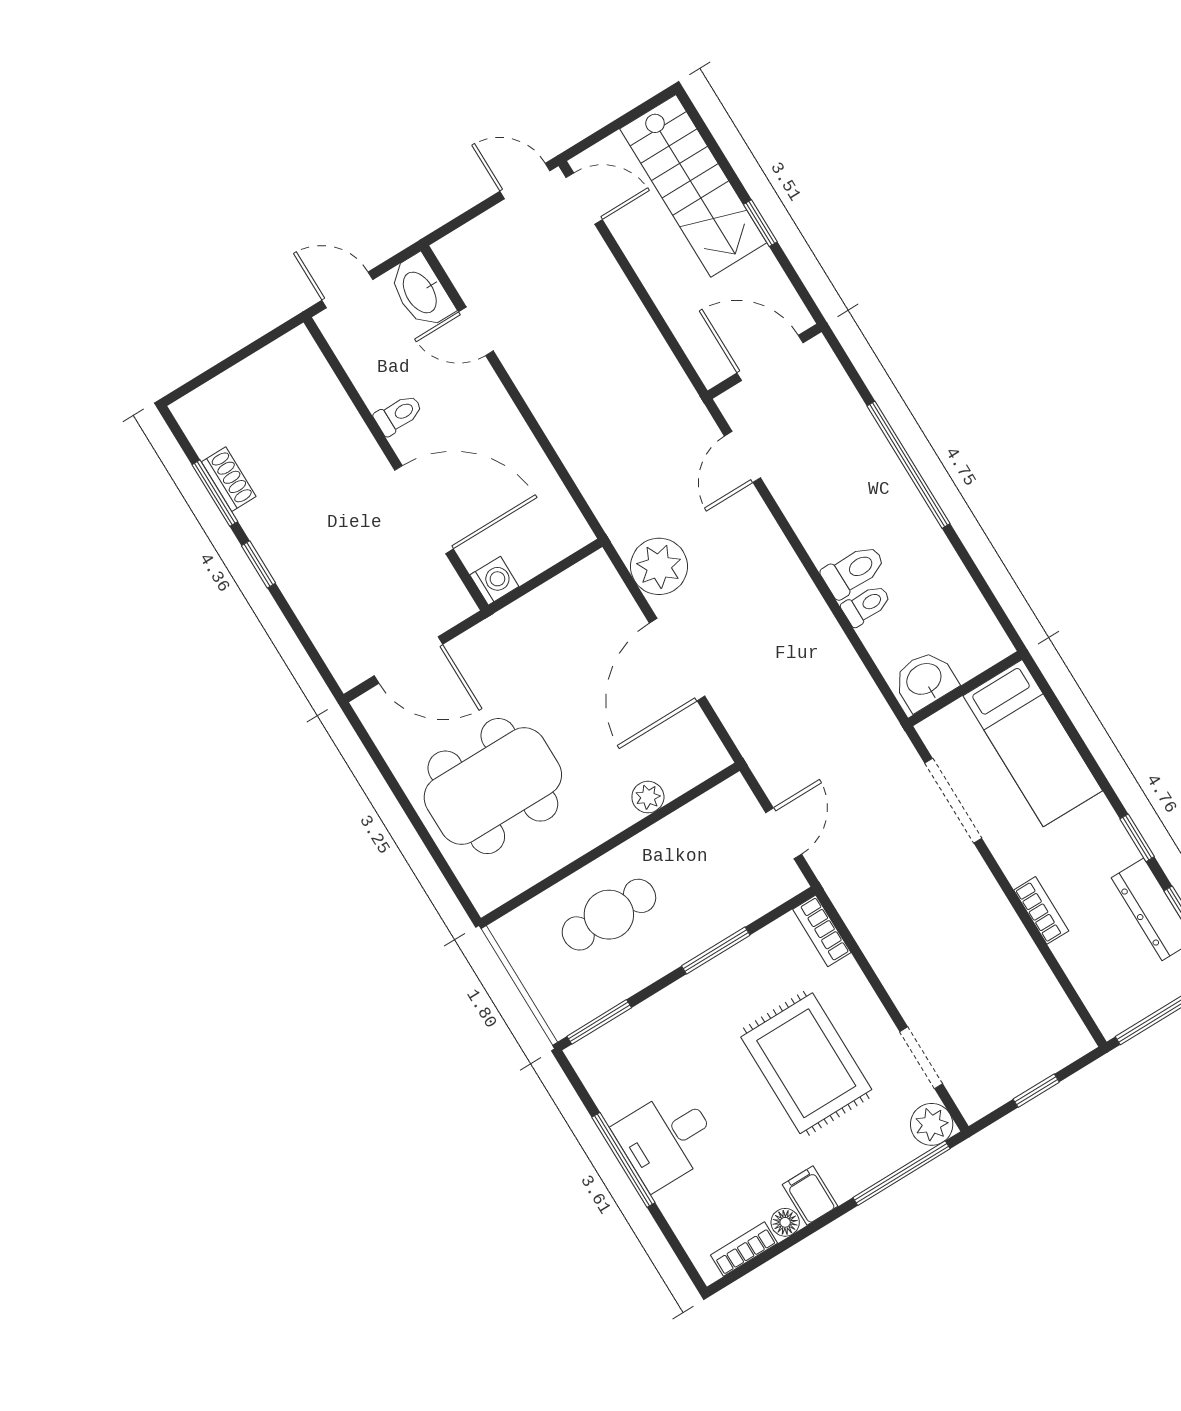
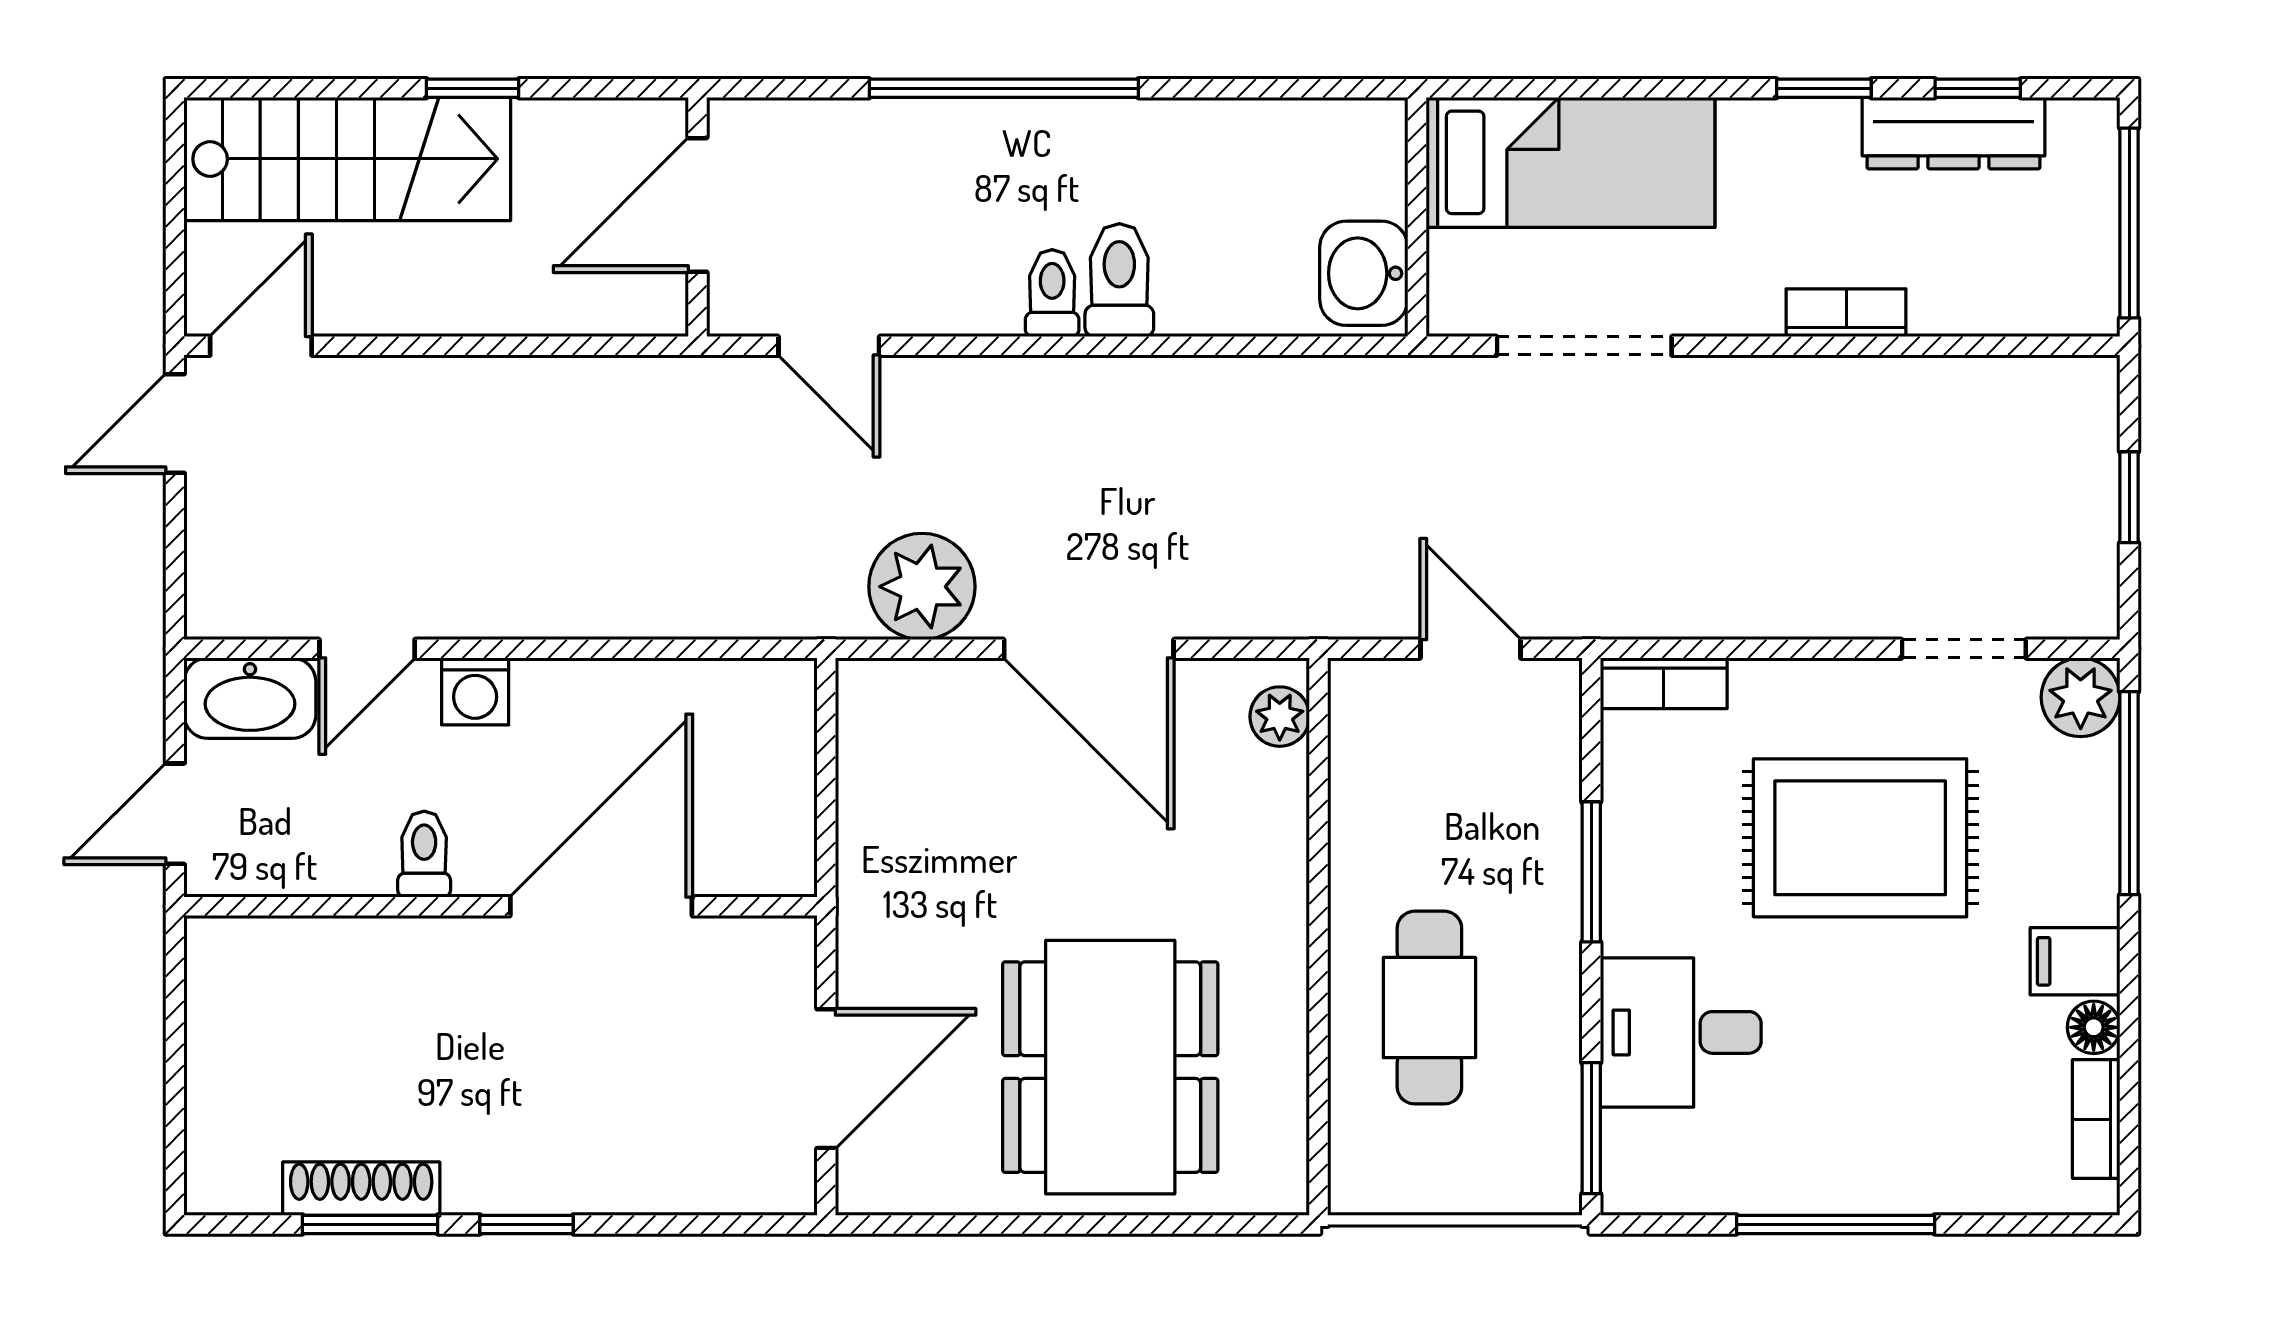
shoe rack: (229, 479) -> (361, 1189), width x1.43
washing machine: (494, 581) -> (475, 691), moved, turned 180
toilet: (866, 605) -> (1052, 293), moved
plant: (648, 797) -> (1280, 717), moved
desk: (666, 1139) -> (1681, 1032), moved, turned 90

